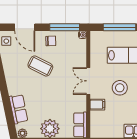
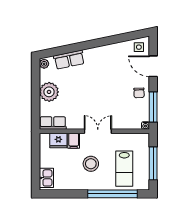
door: (25, 27) -> (153, 66), hinge flipped
coffee table: (40, 66) -> (113, 82), removed
fridge: (97, 119) -> (58, 141), added

